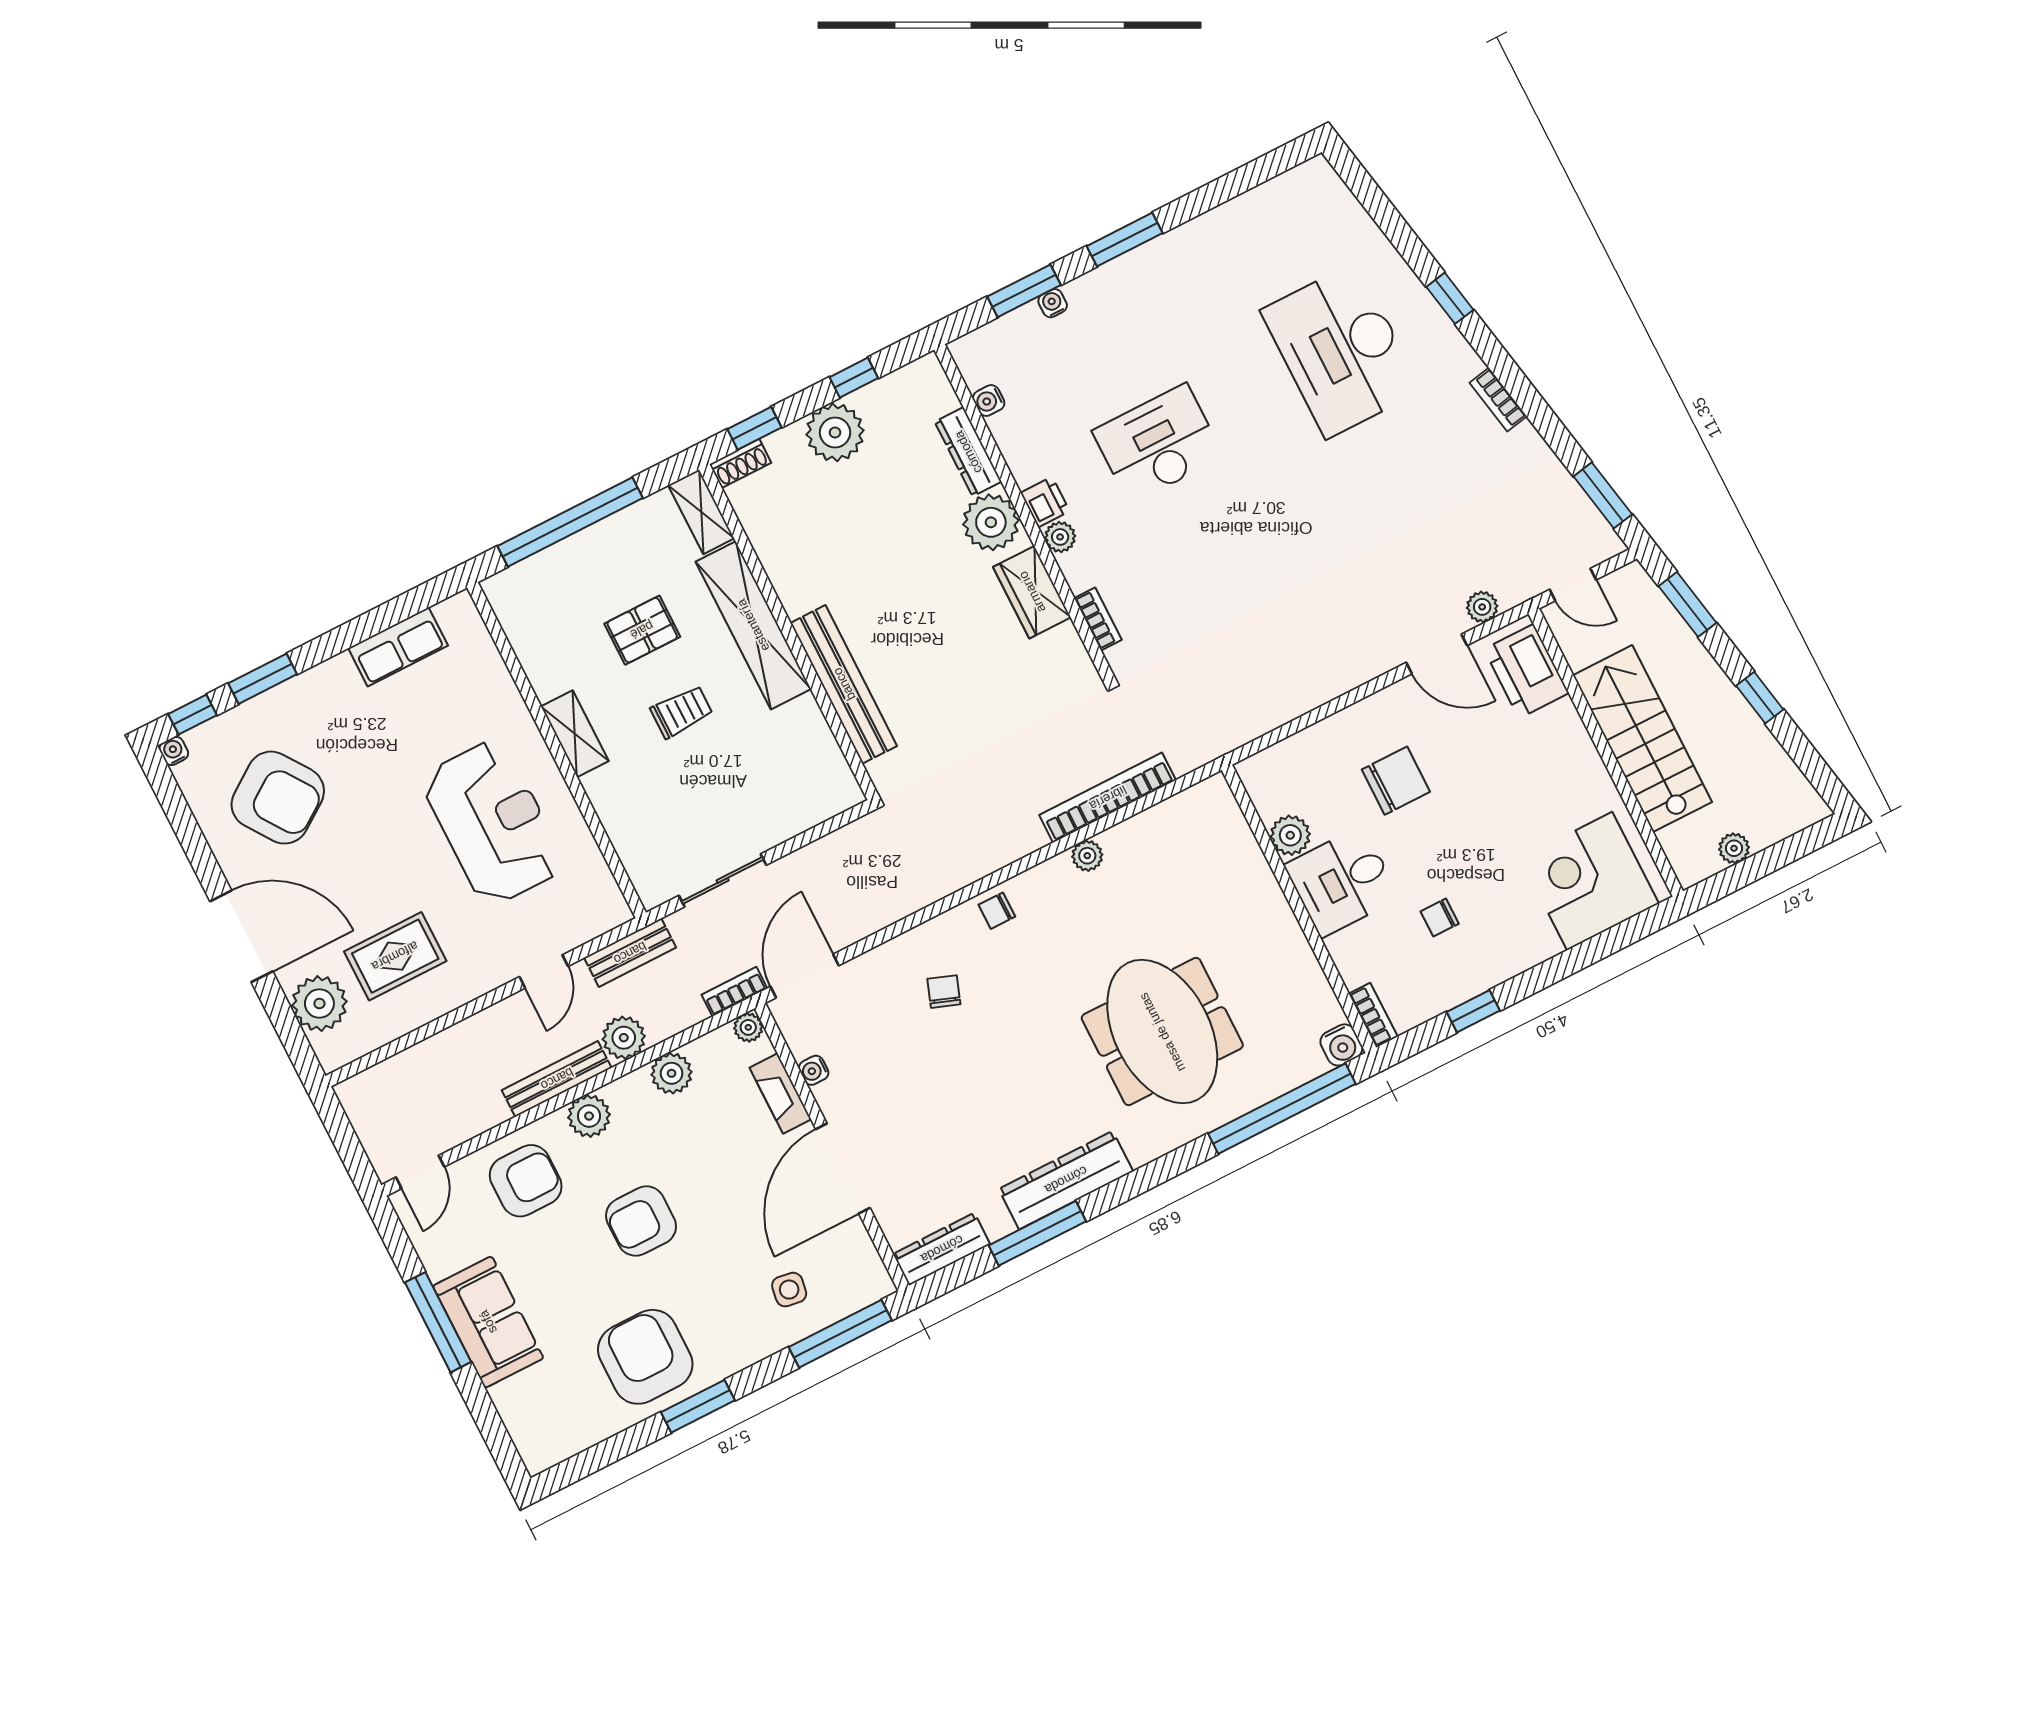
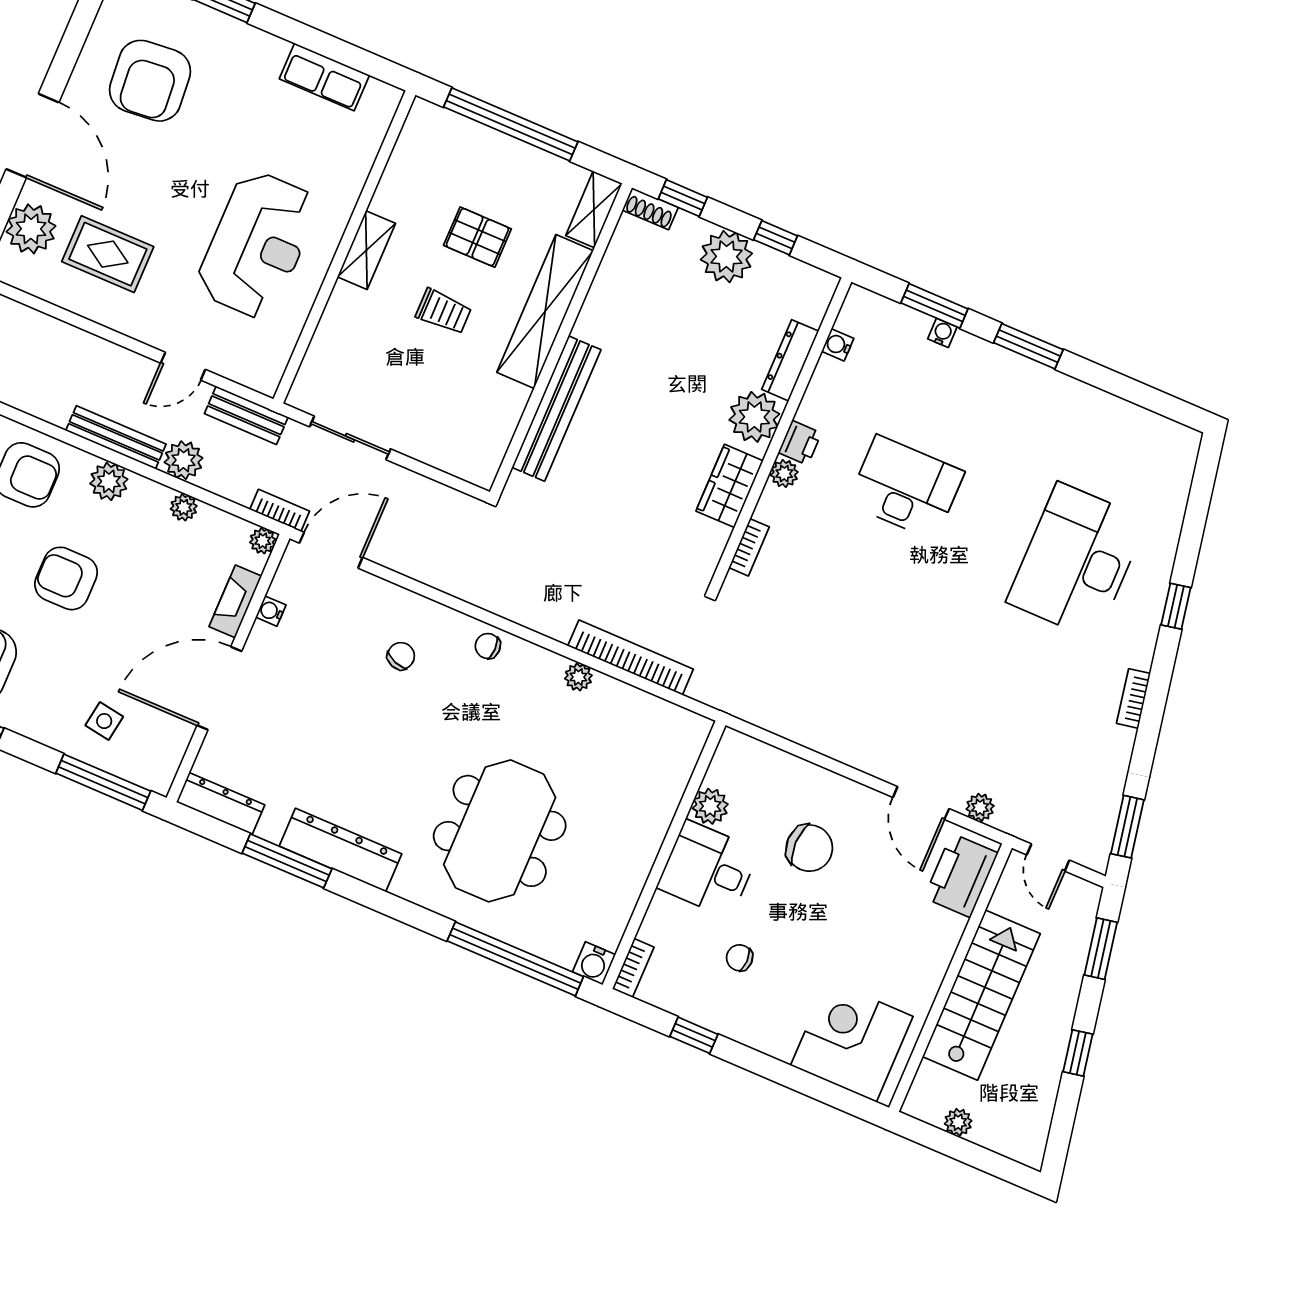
armchair: (278, 798) -> (150, 81), turned 30
plant: (672, 1073) -> (184, 507), width x0.73, depth x0.73

